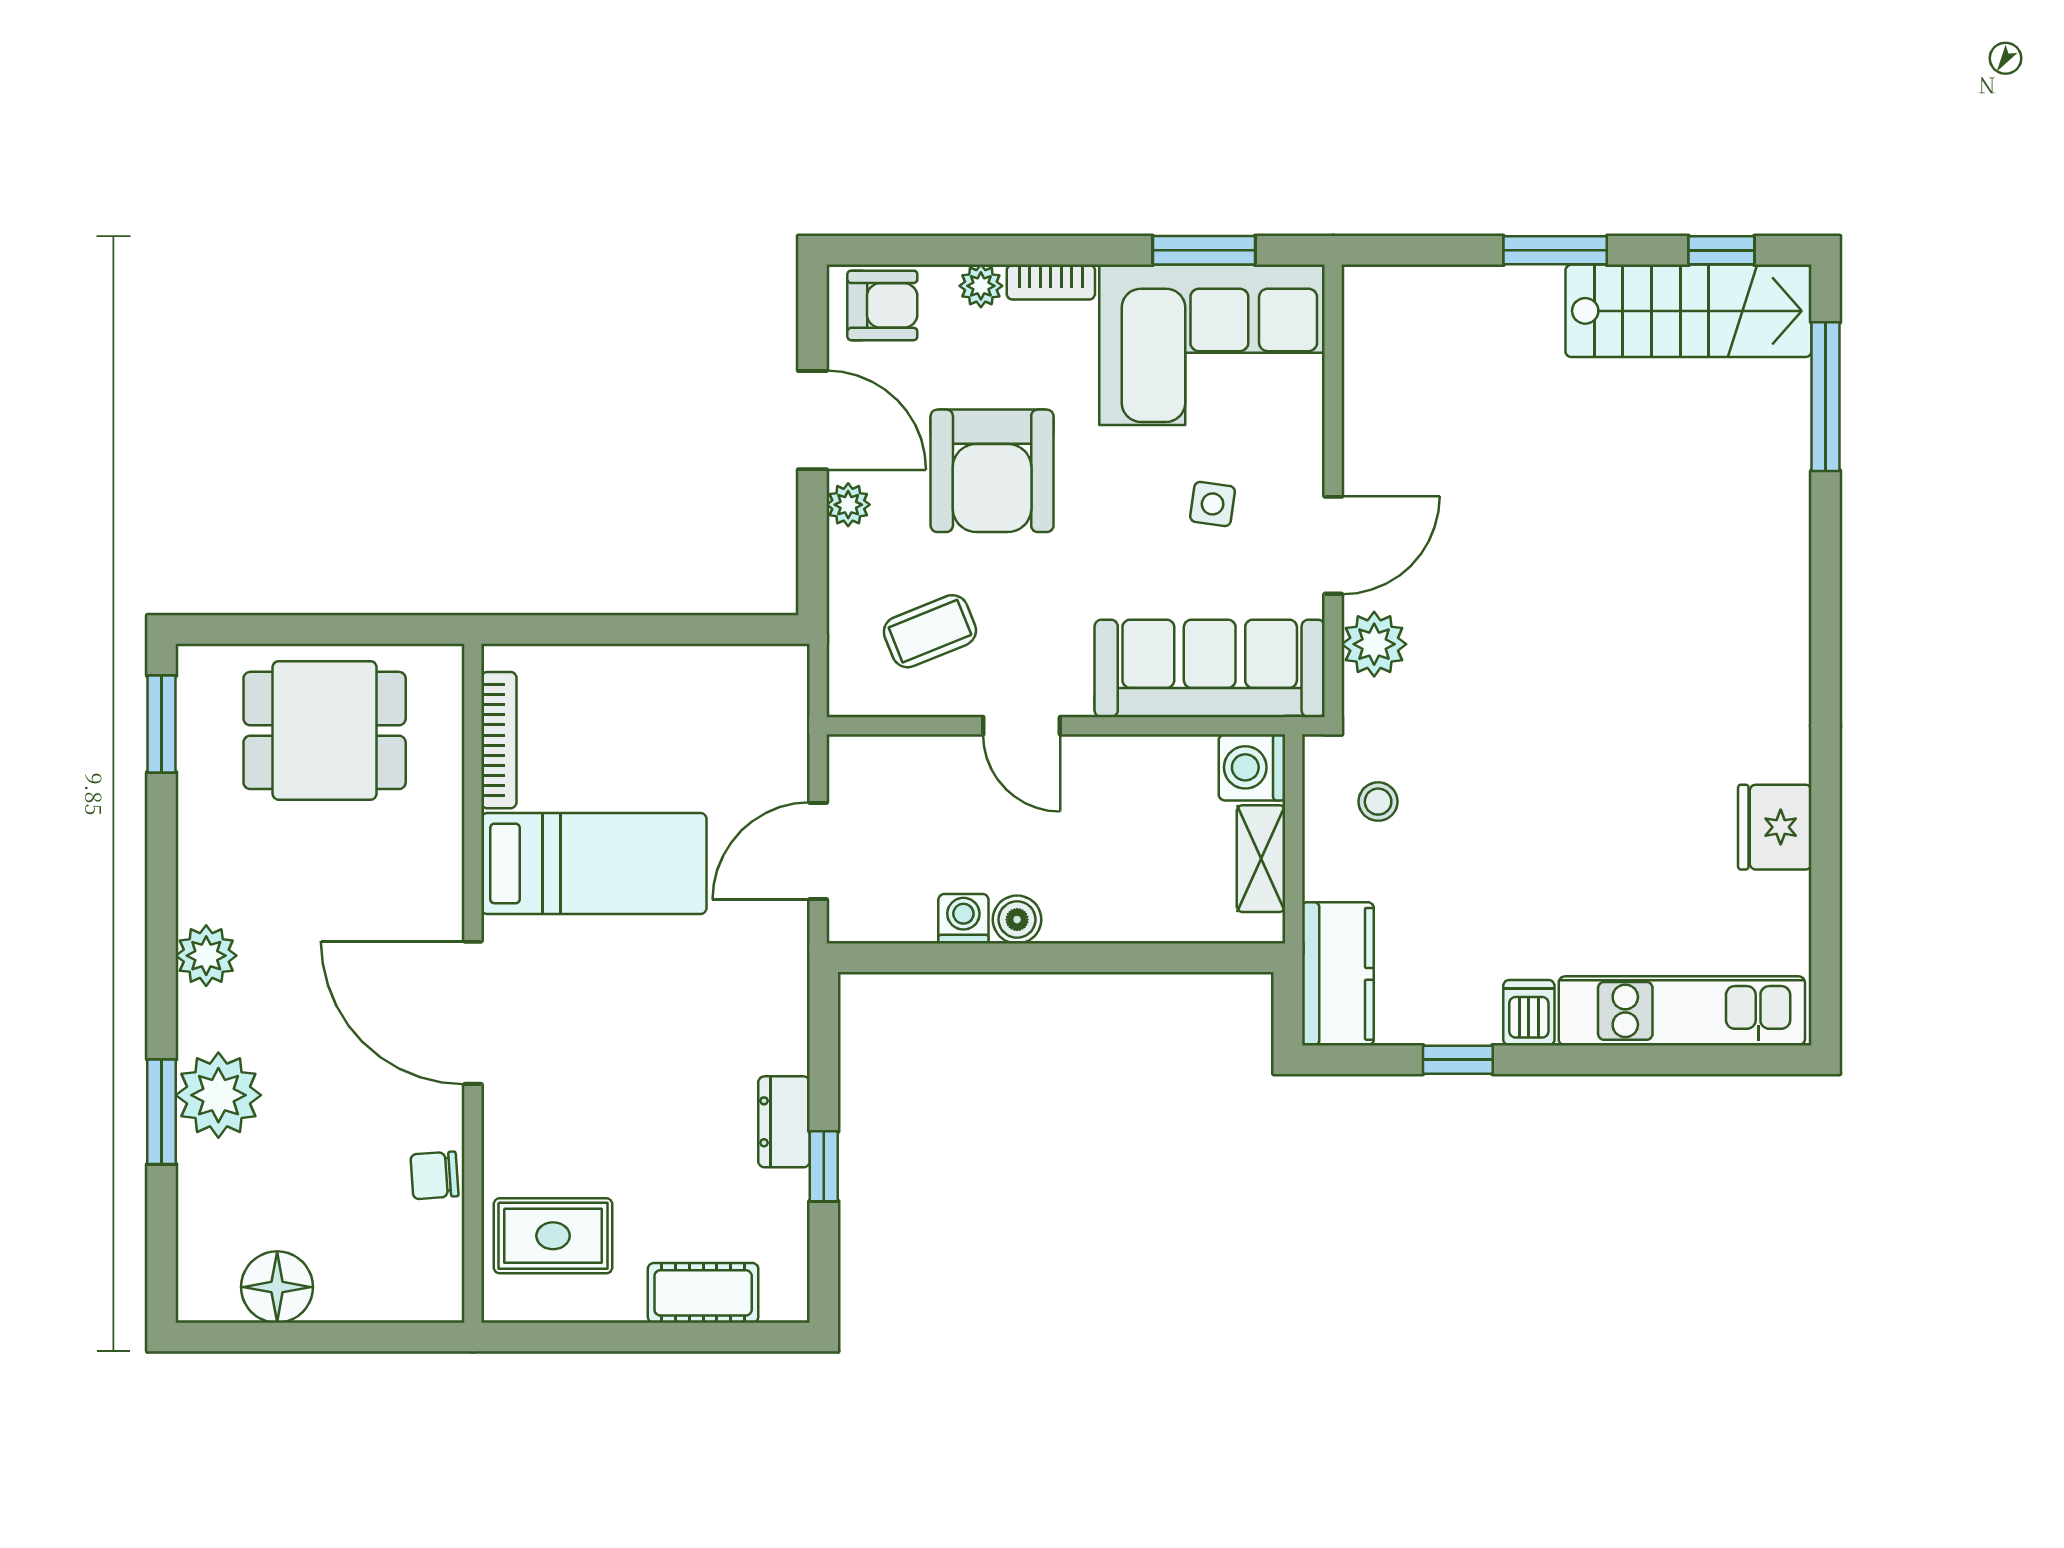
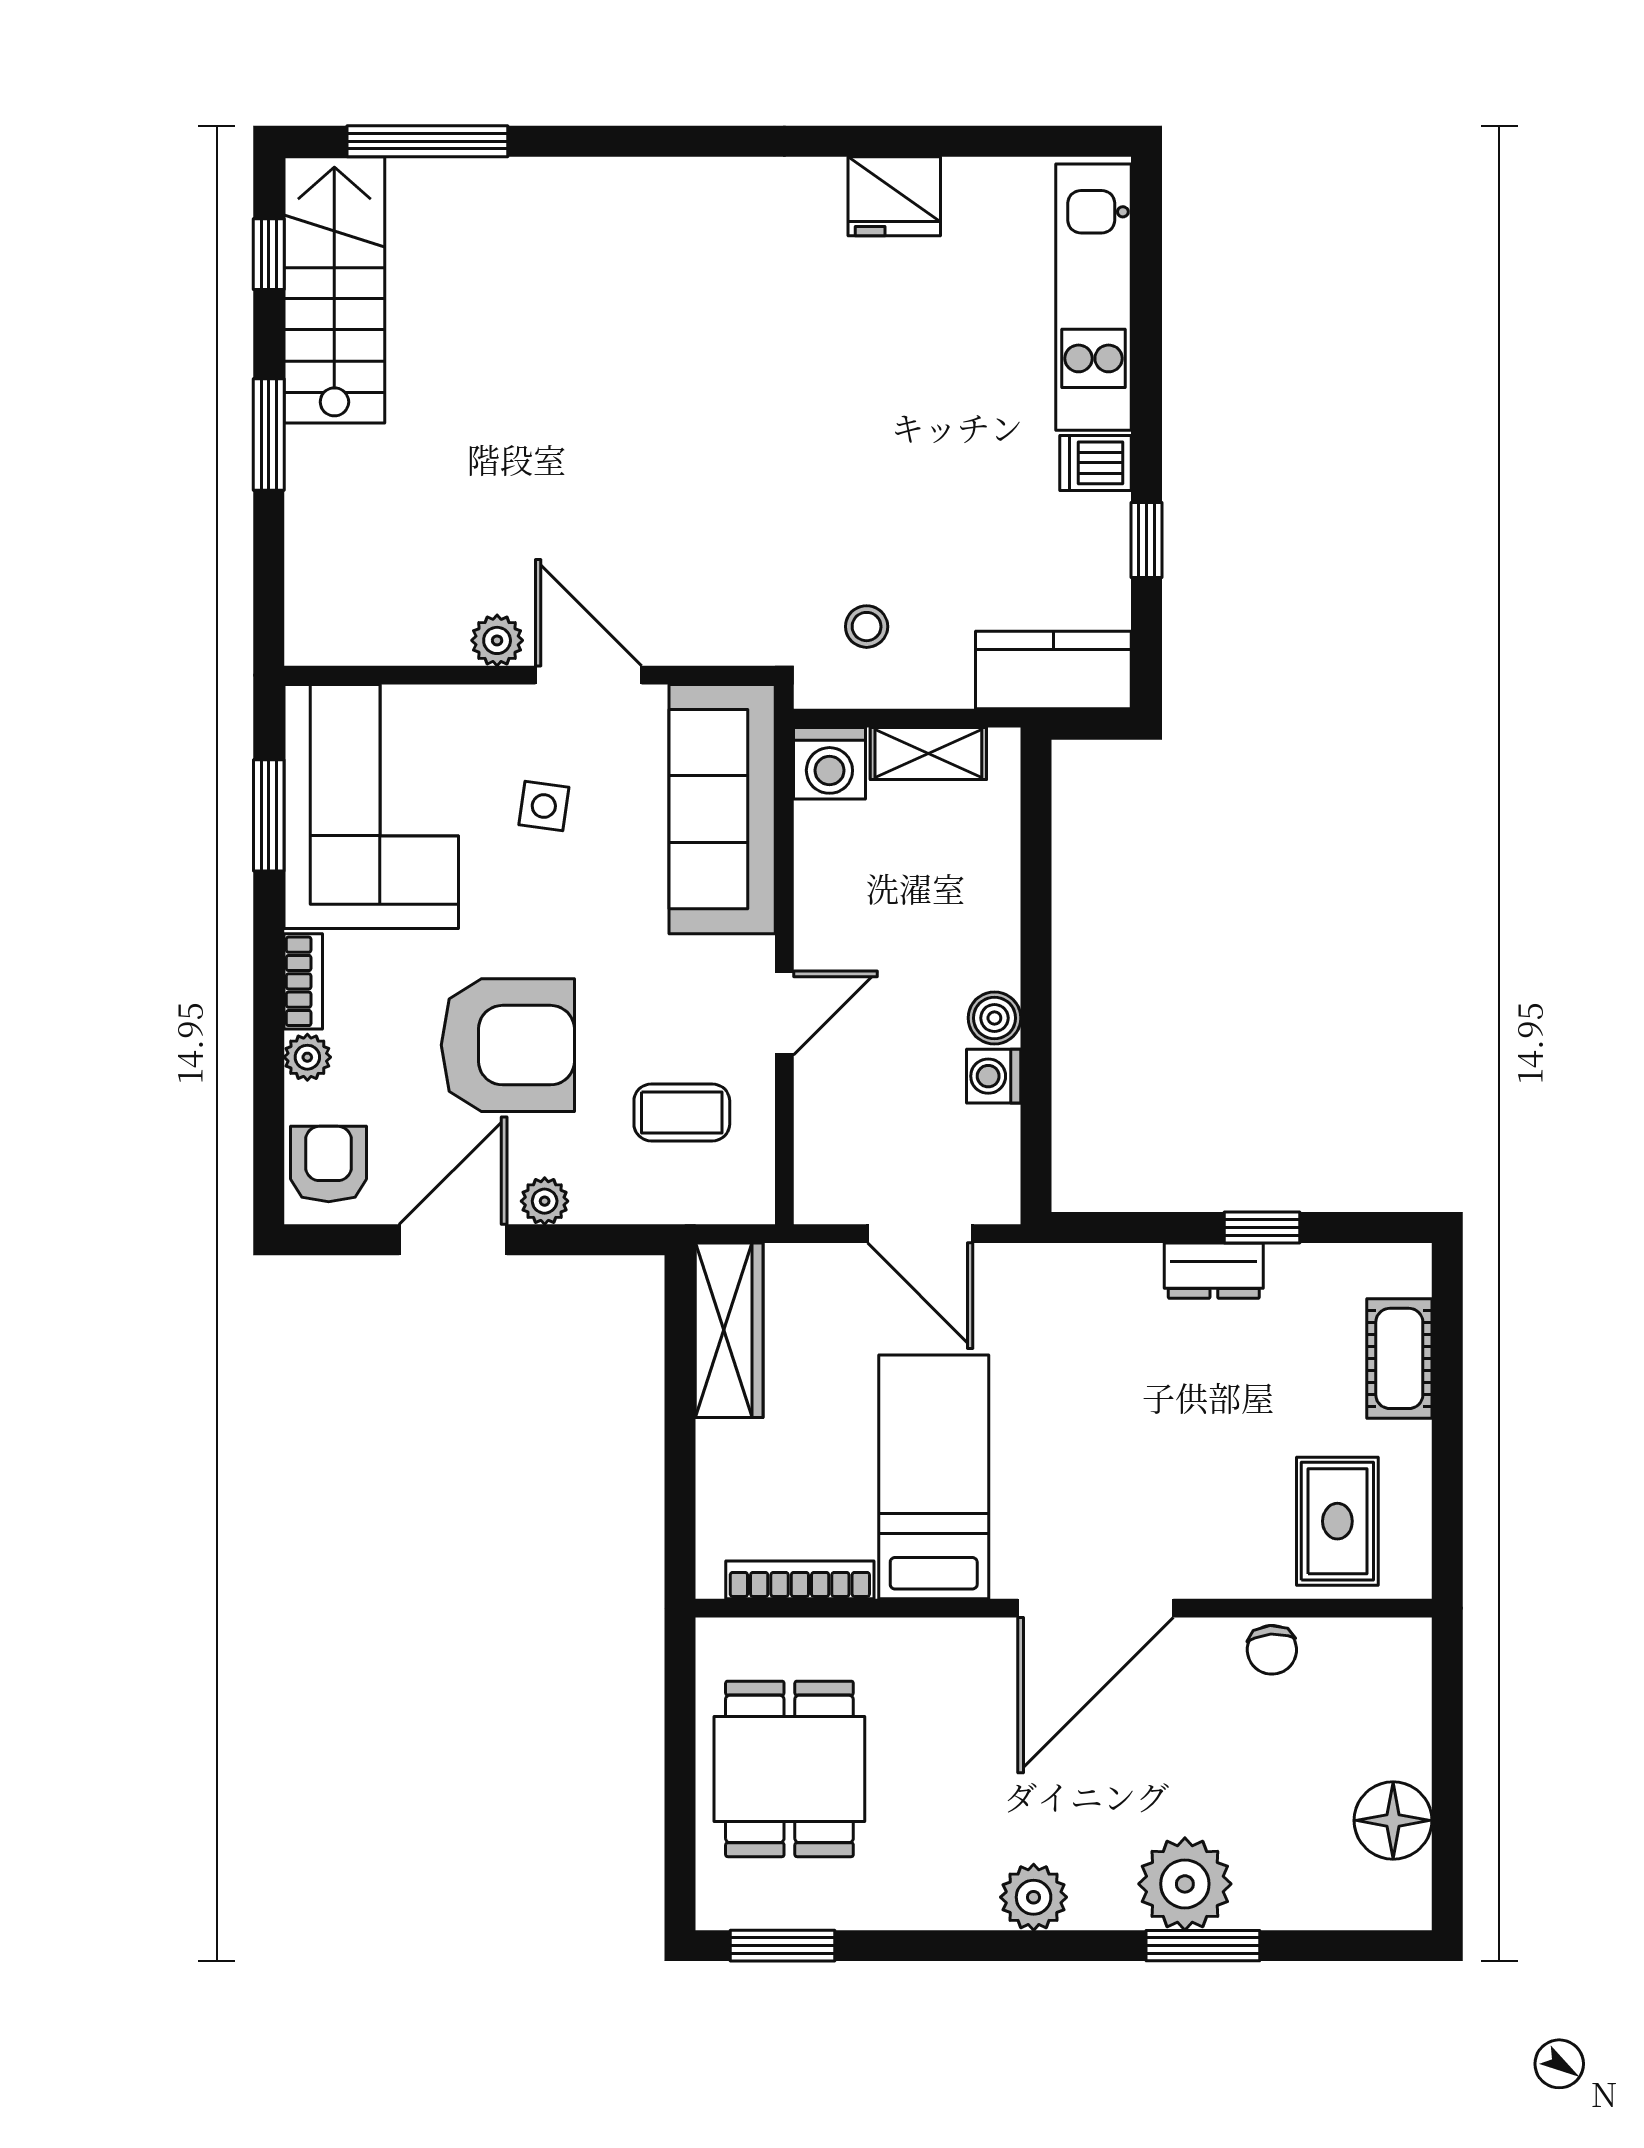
coffee table: (930, 631) -> (682, 1112), turned -68
plant: (1374, 644) -> (497, 640), moved, width x0.73, depth x0.73
wardrobe: (729, 675) -> (729, 1330), added

